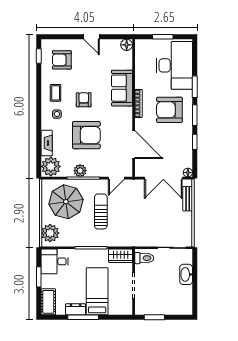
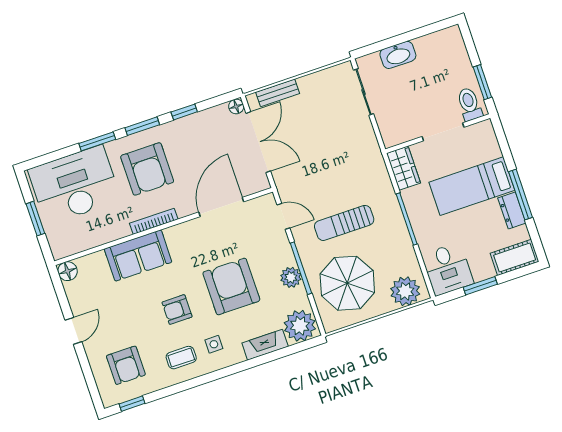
toilet: (144, 258) -> (469, 104), moved

